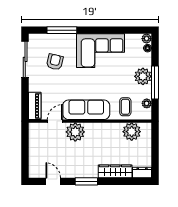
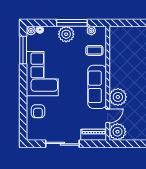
window: (62, 30) -> (23, 50), moved
sliding door: (25, 59) -> (62, 144), moved
armchair: (55, 62) -> (38, 111), moved, turned -103
door: (55, 121) -> (108, 116), swing flipped
plant: (132, 132) -> (117, 132), moved

